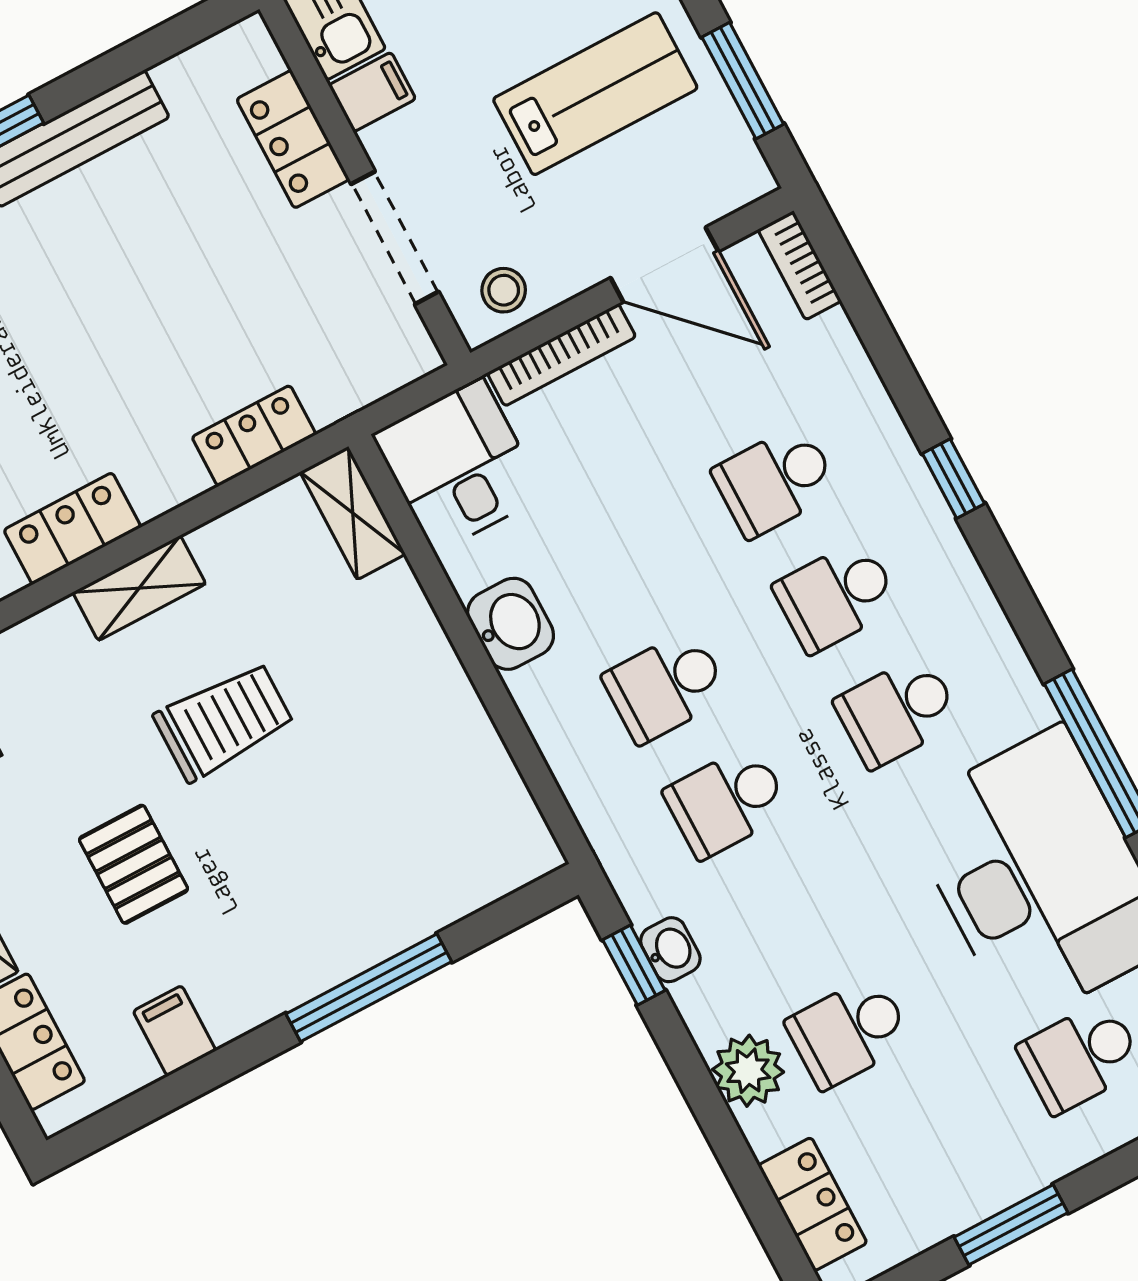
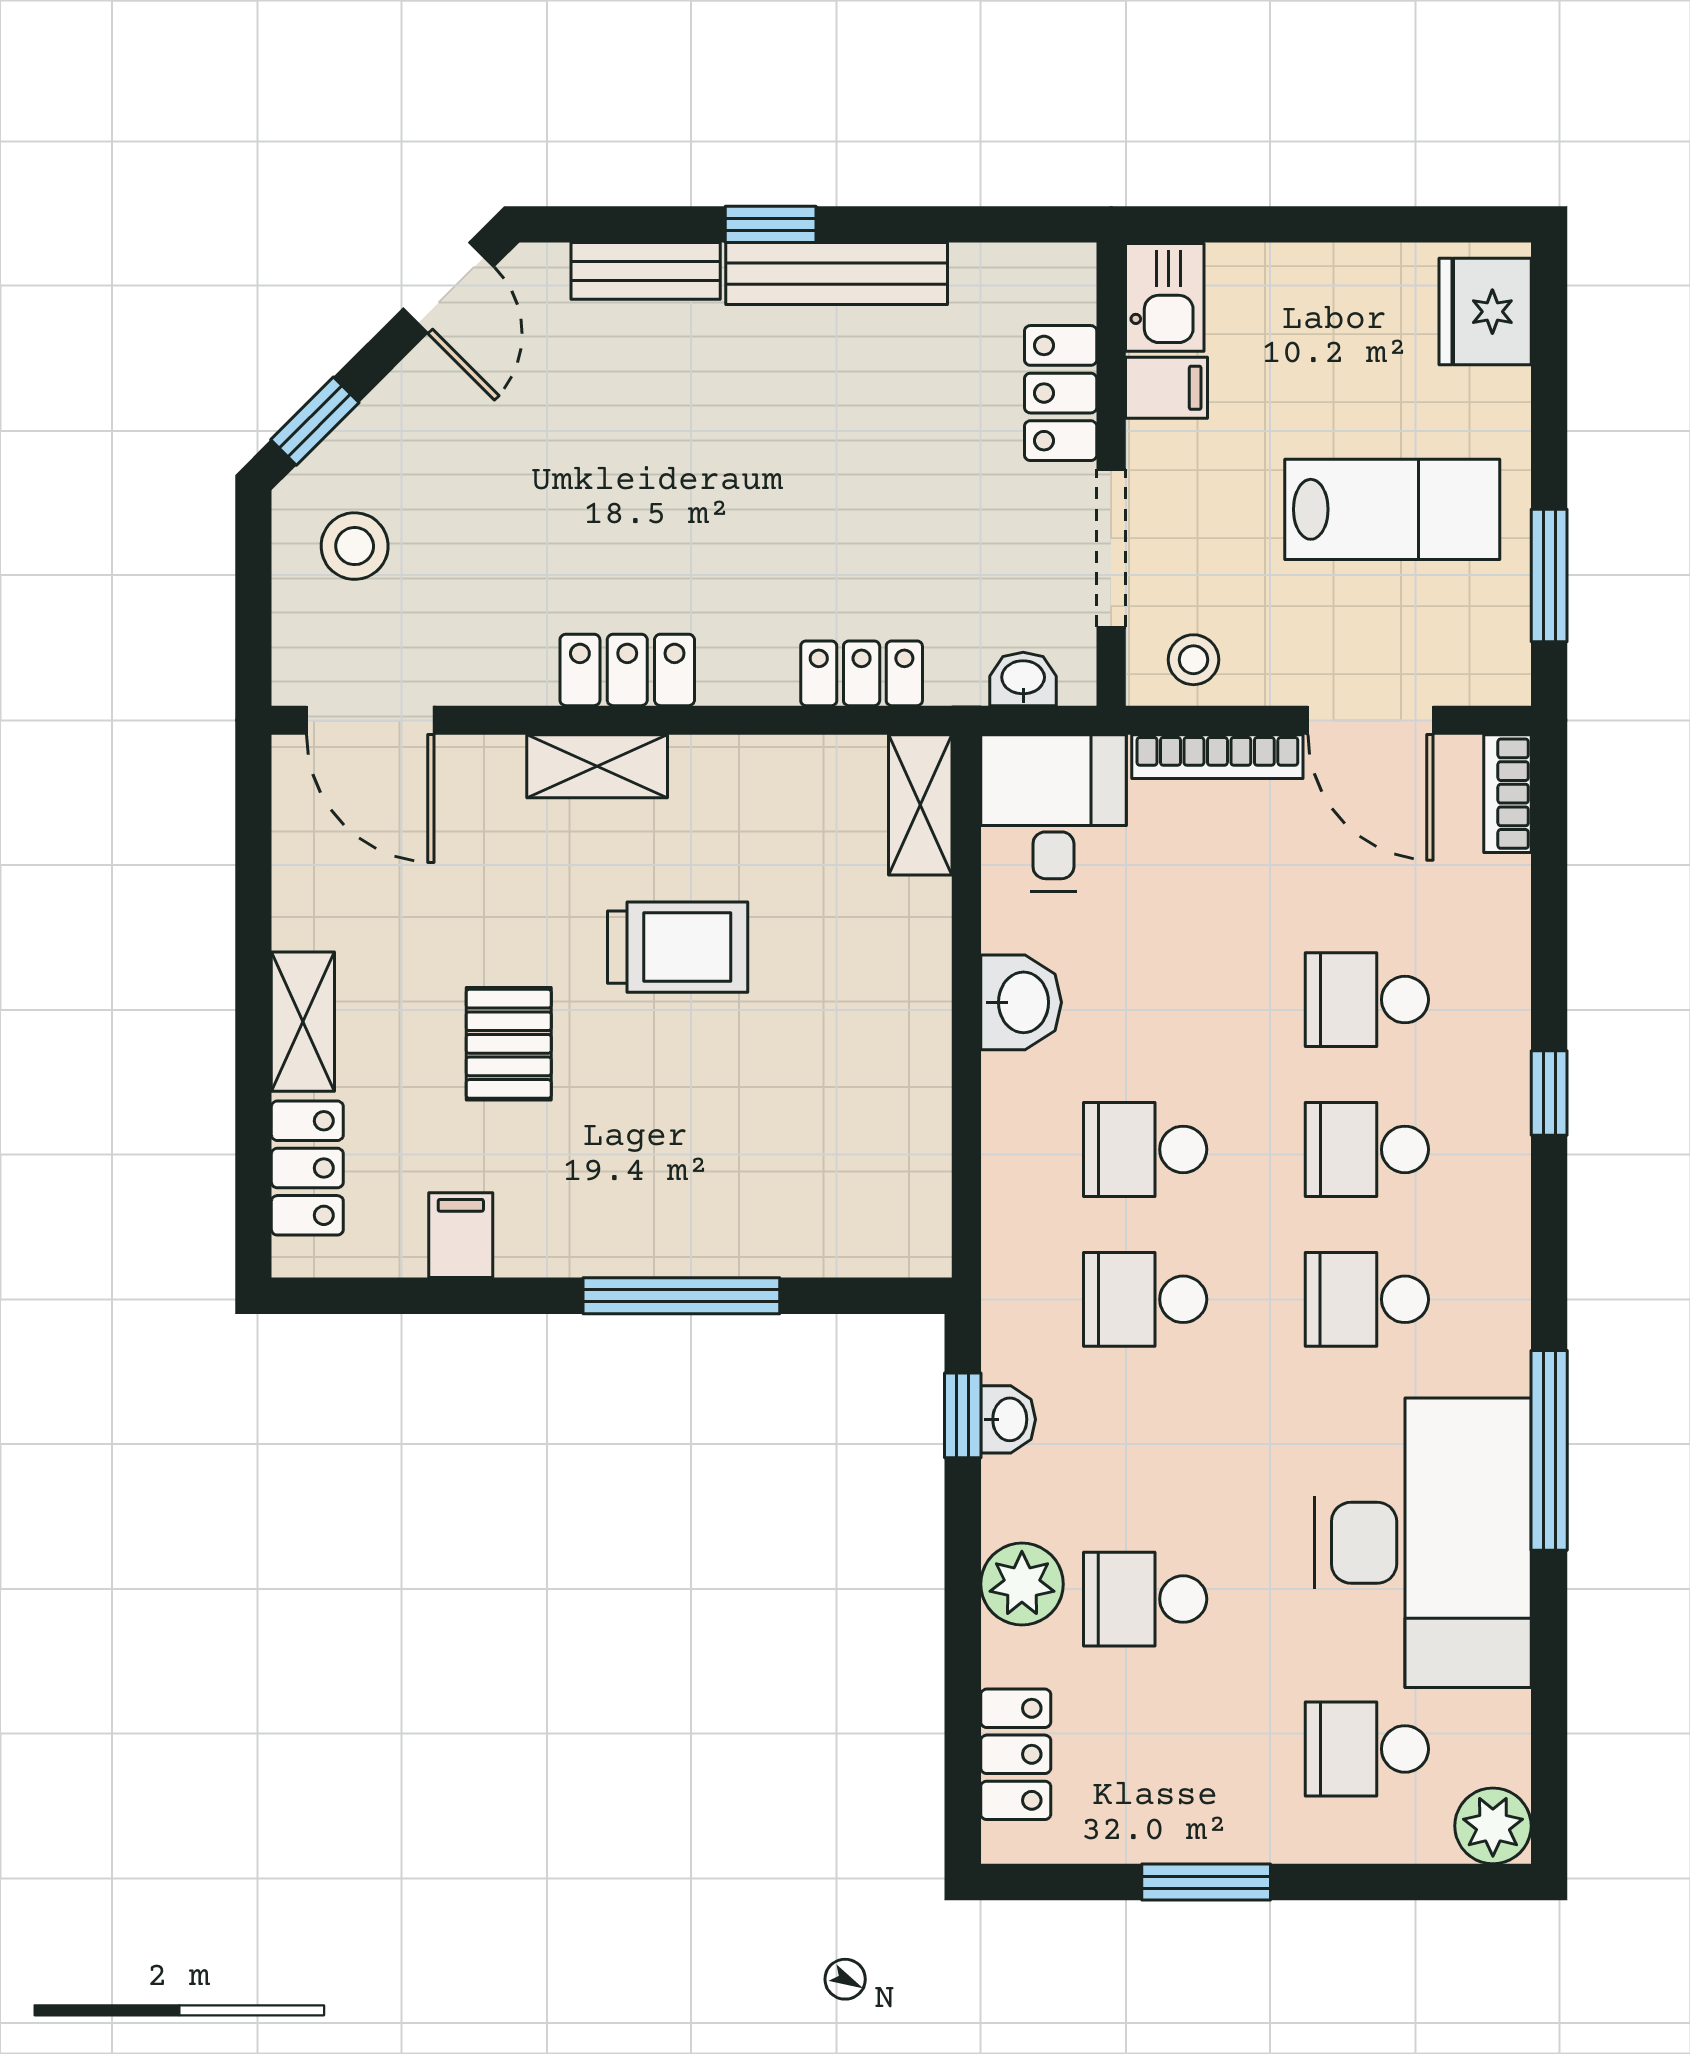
washbasin: (380, 374) -> (1023, 679), added
shelving: (139, 588) -> (597, 766), moved

